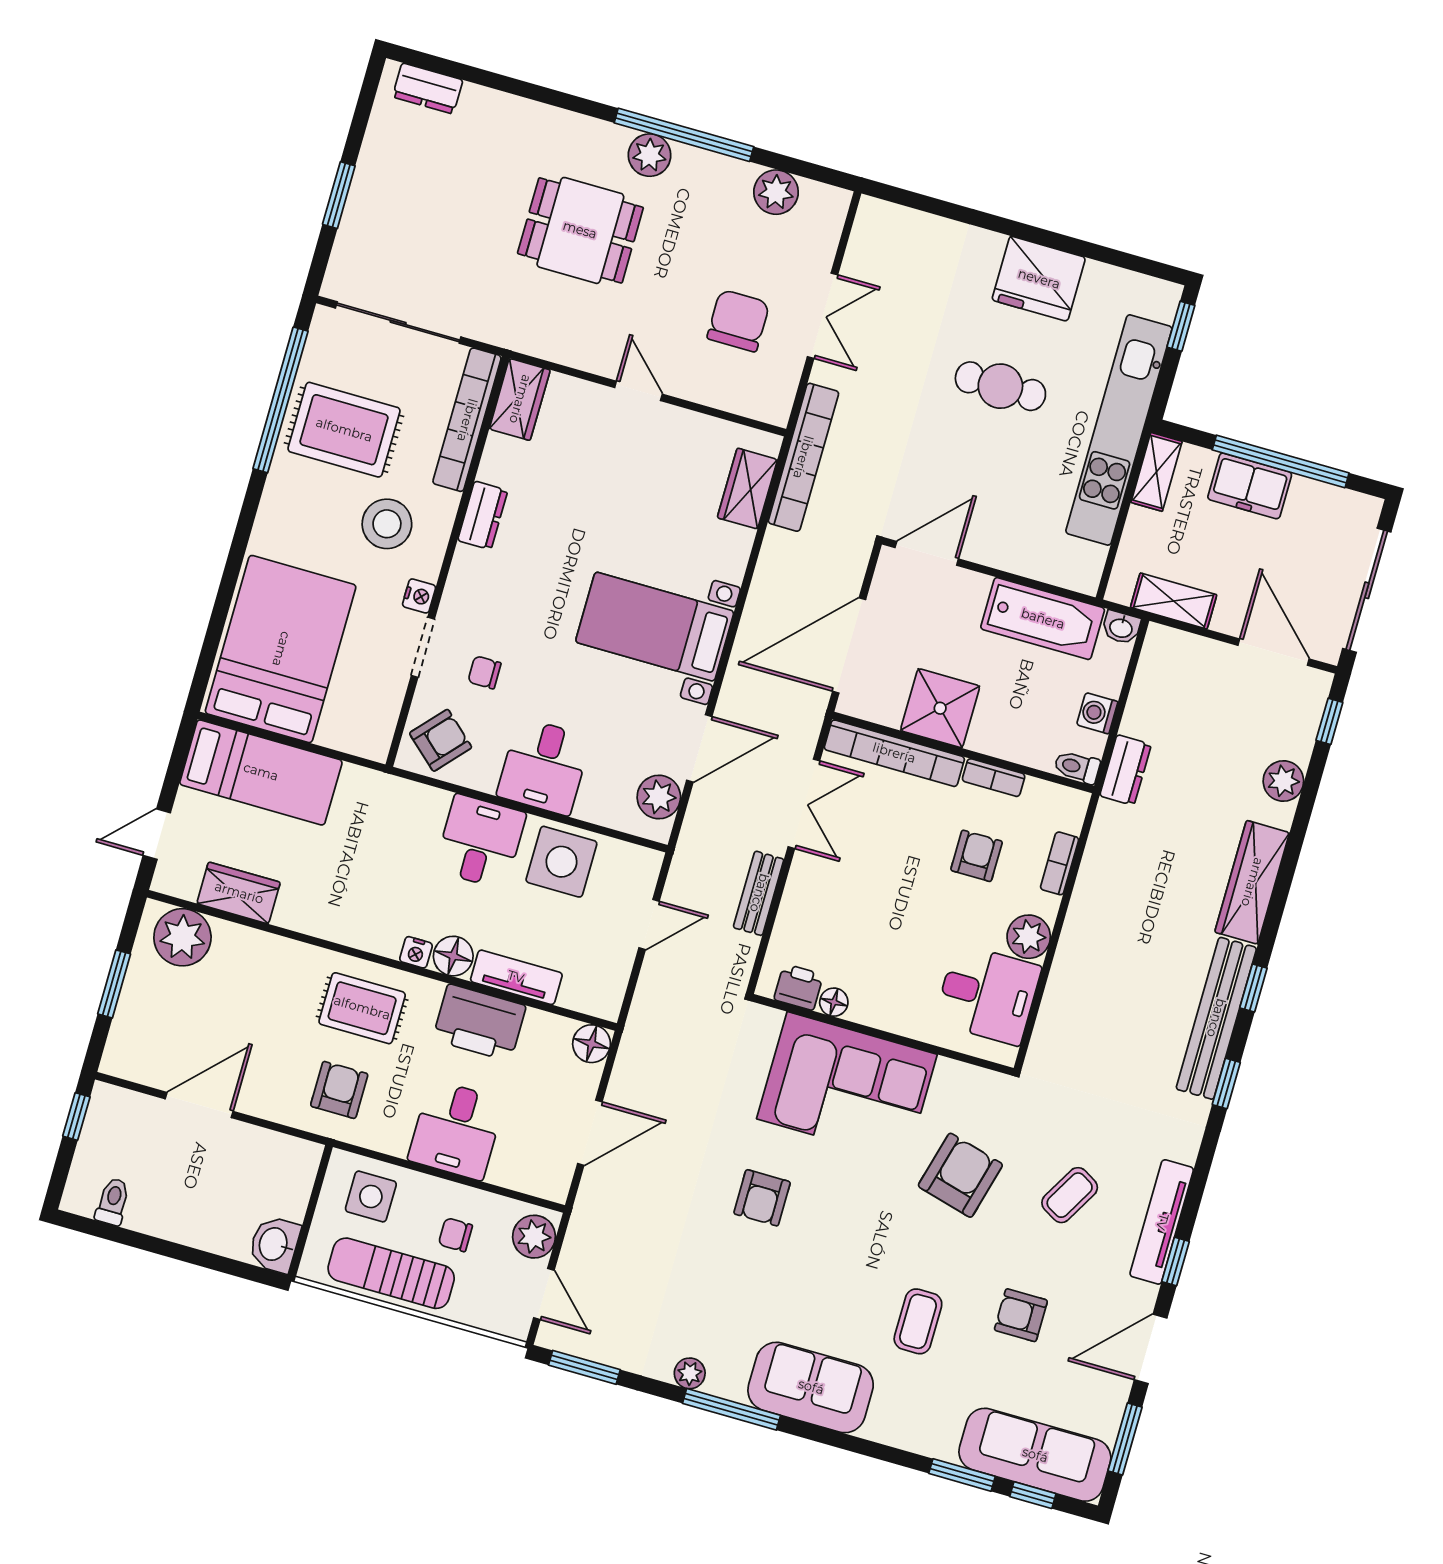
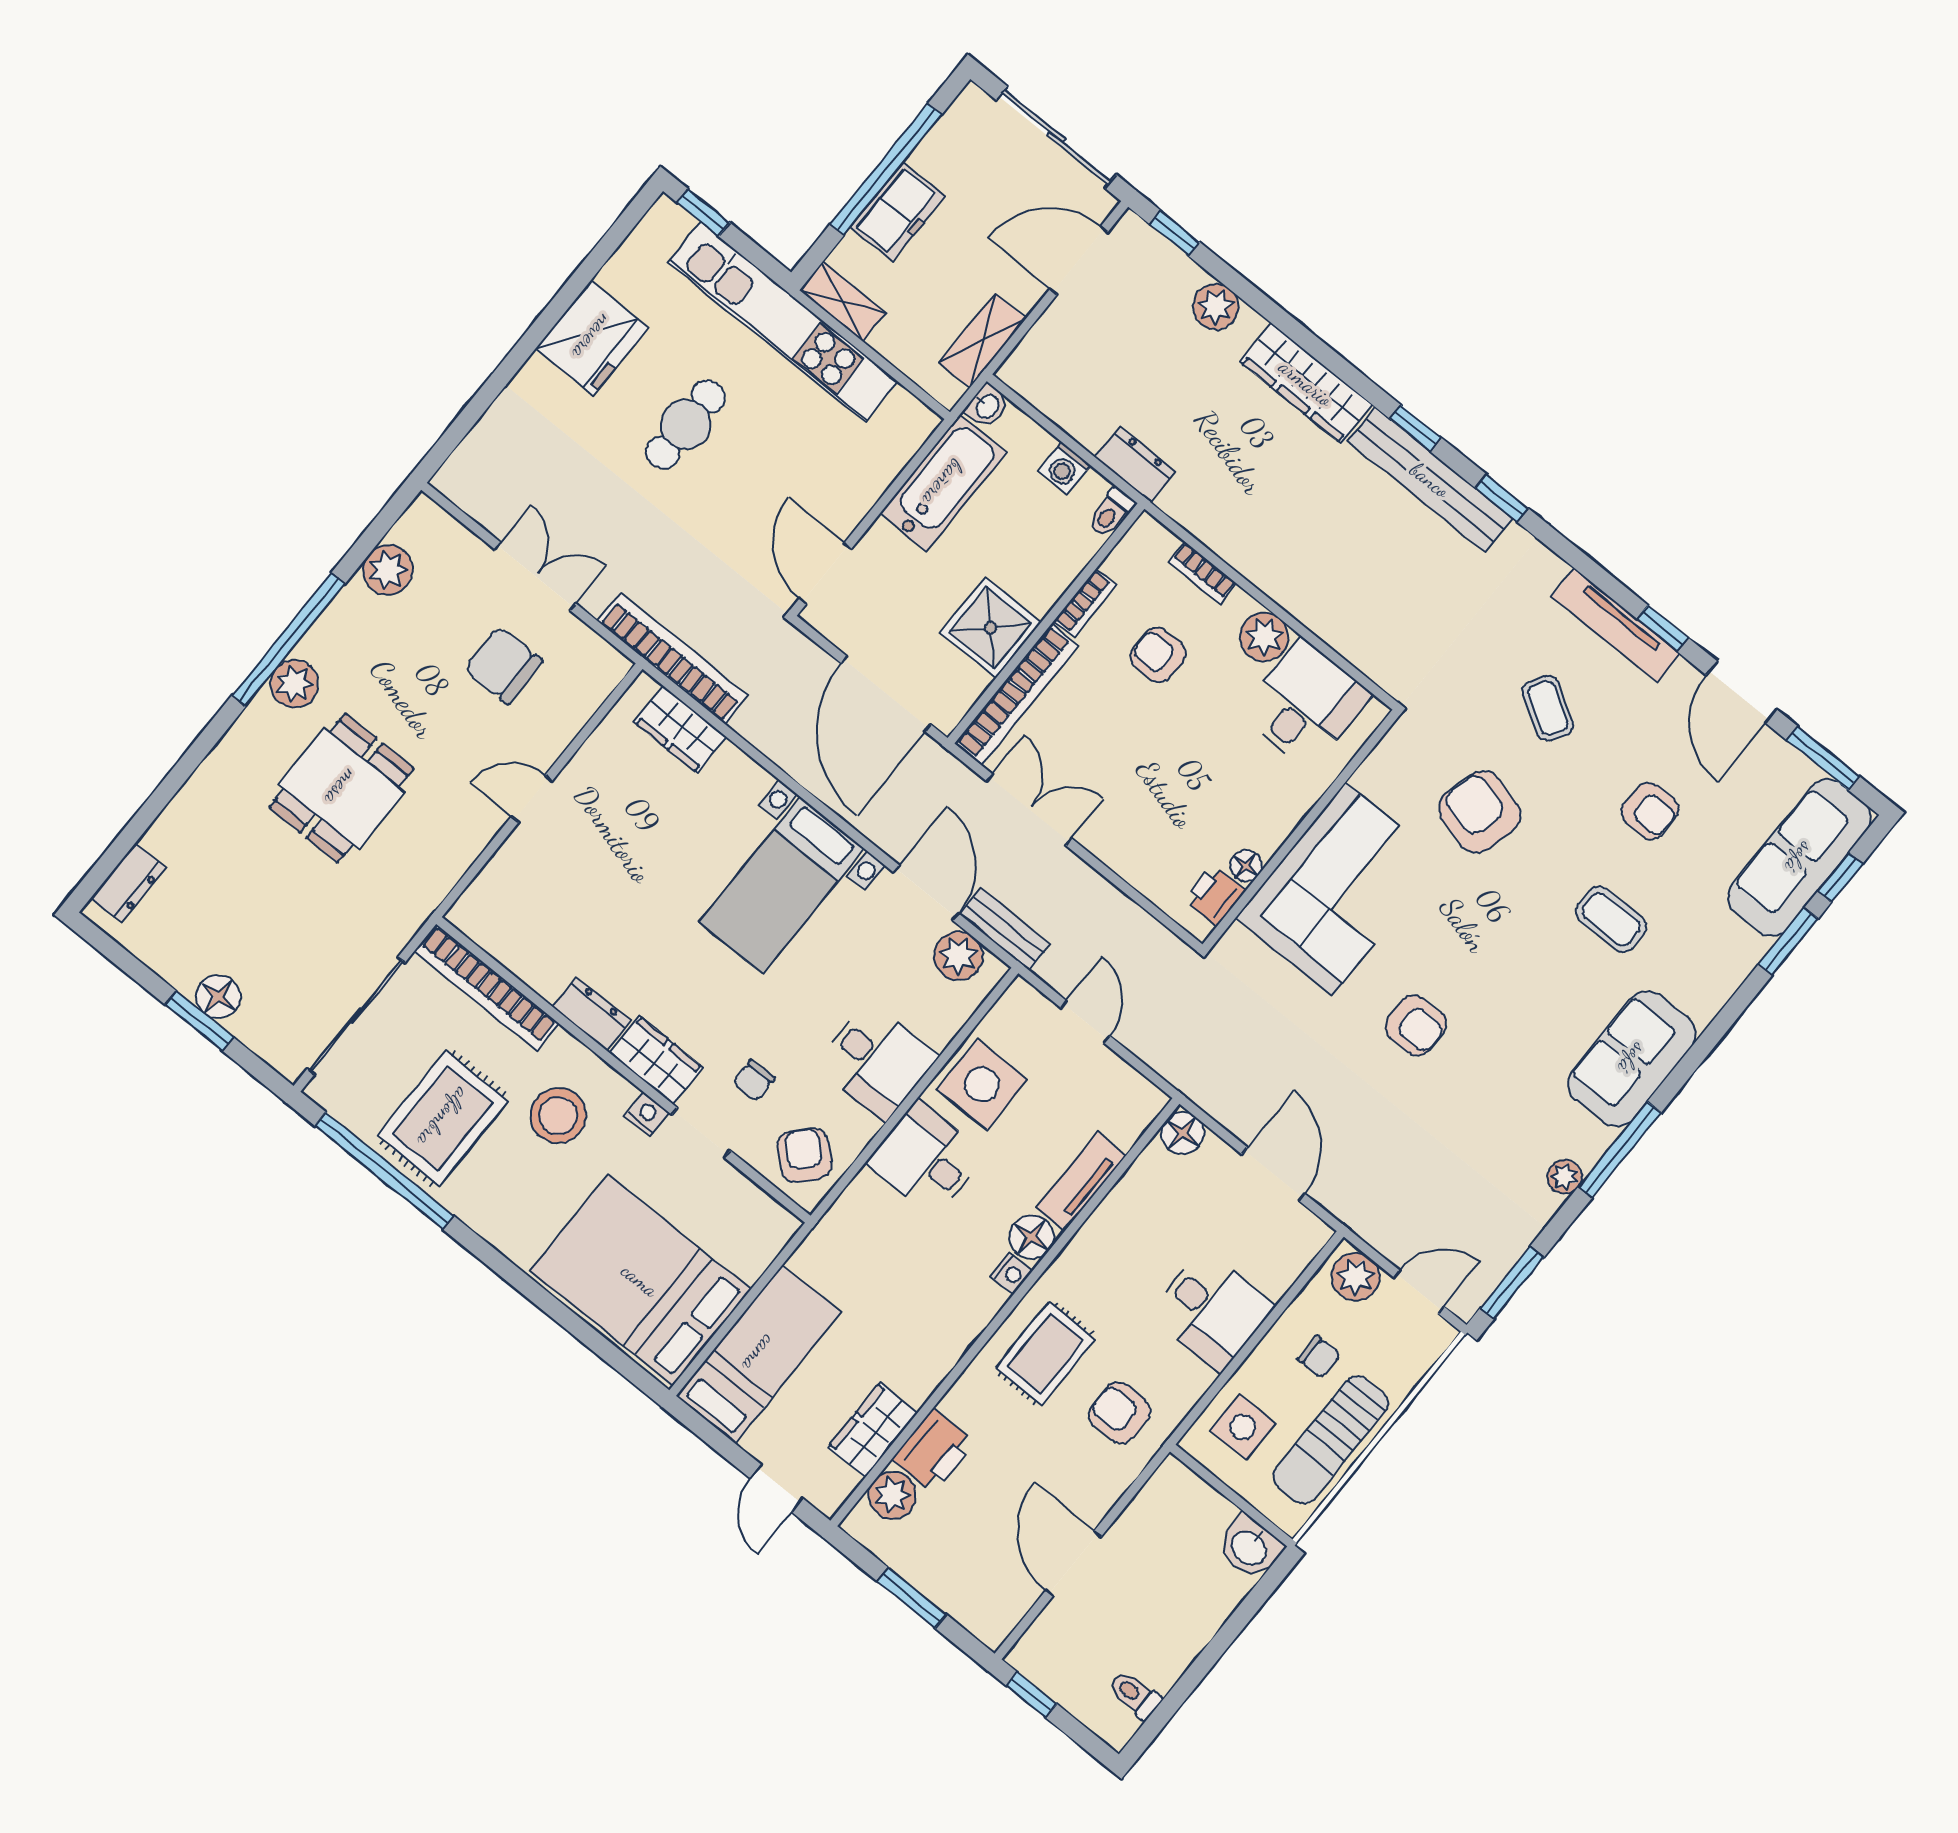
floor lamp: (365, 202) -> (218, 997), added
wardrobe: (520, 399) -> (656, 1060), moved
bench: (759, 893) -> (1005, 929), moved
plant: (182, 937) -> (892, 1495), width x0.73, depth x0.73
printer: (479, 1023) -> (933, 1451), moved, width x0.73, depth x0.84
chair: (455, 1235) -> (1319, 1357), turned -90
armchair: (1021, 1315) -> (1650, 811), turned -90

